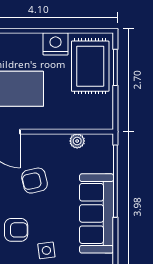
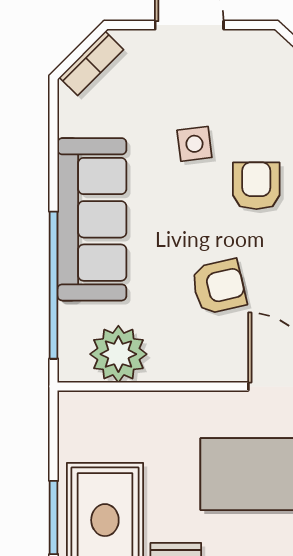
plant: (77, 141) -> (118, 354), width x1.87, depth x1.87
armchair: (16, 230) -> (256, 186), turned 90

